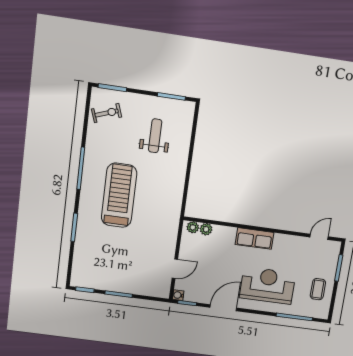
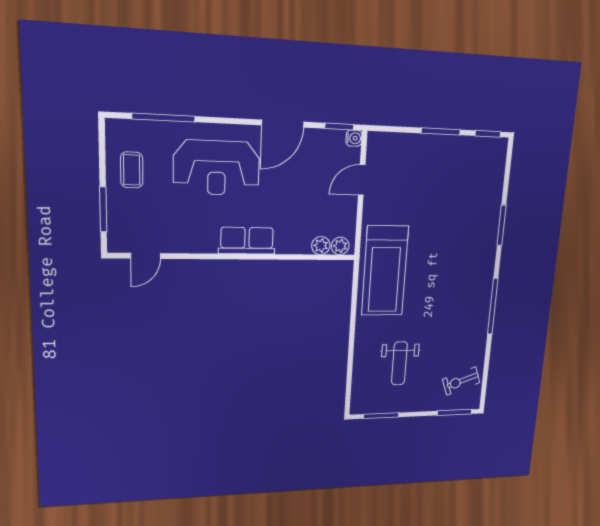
treadmill: (119, 195) -> (385, 271), moved

